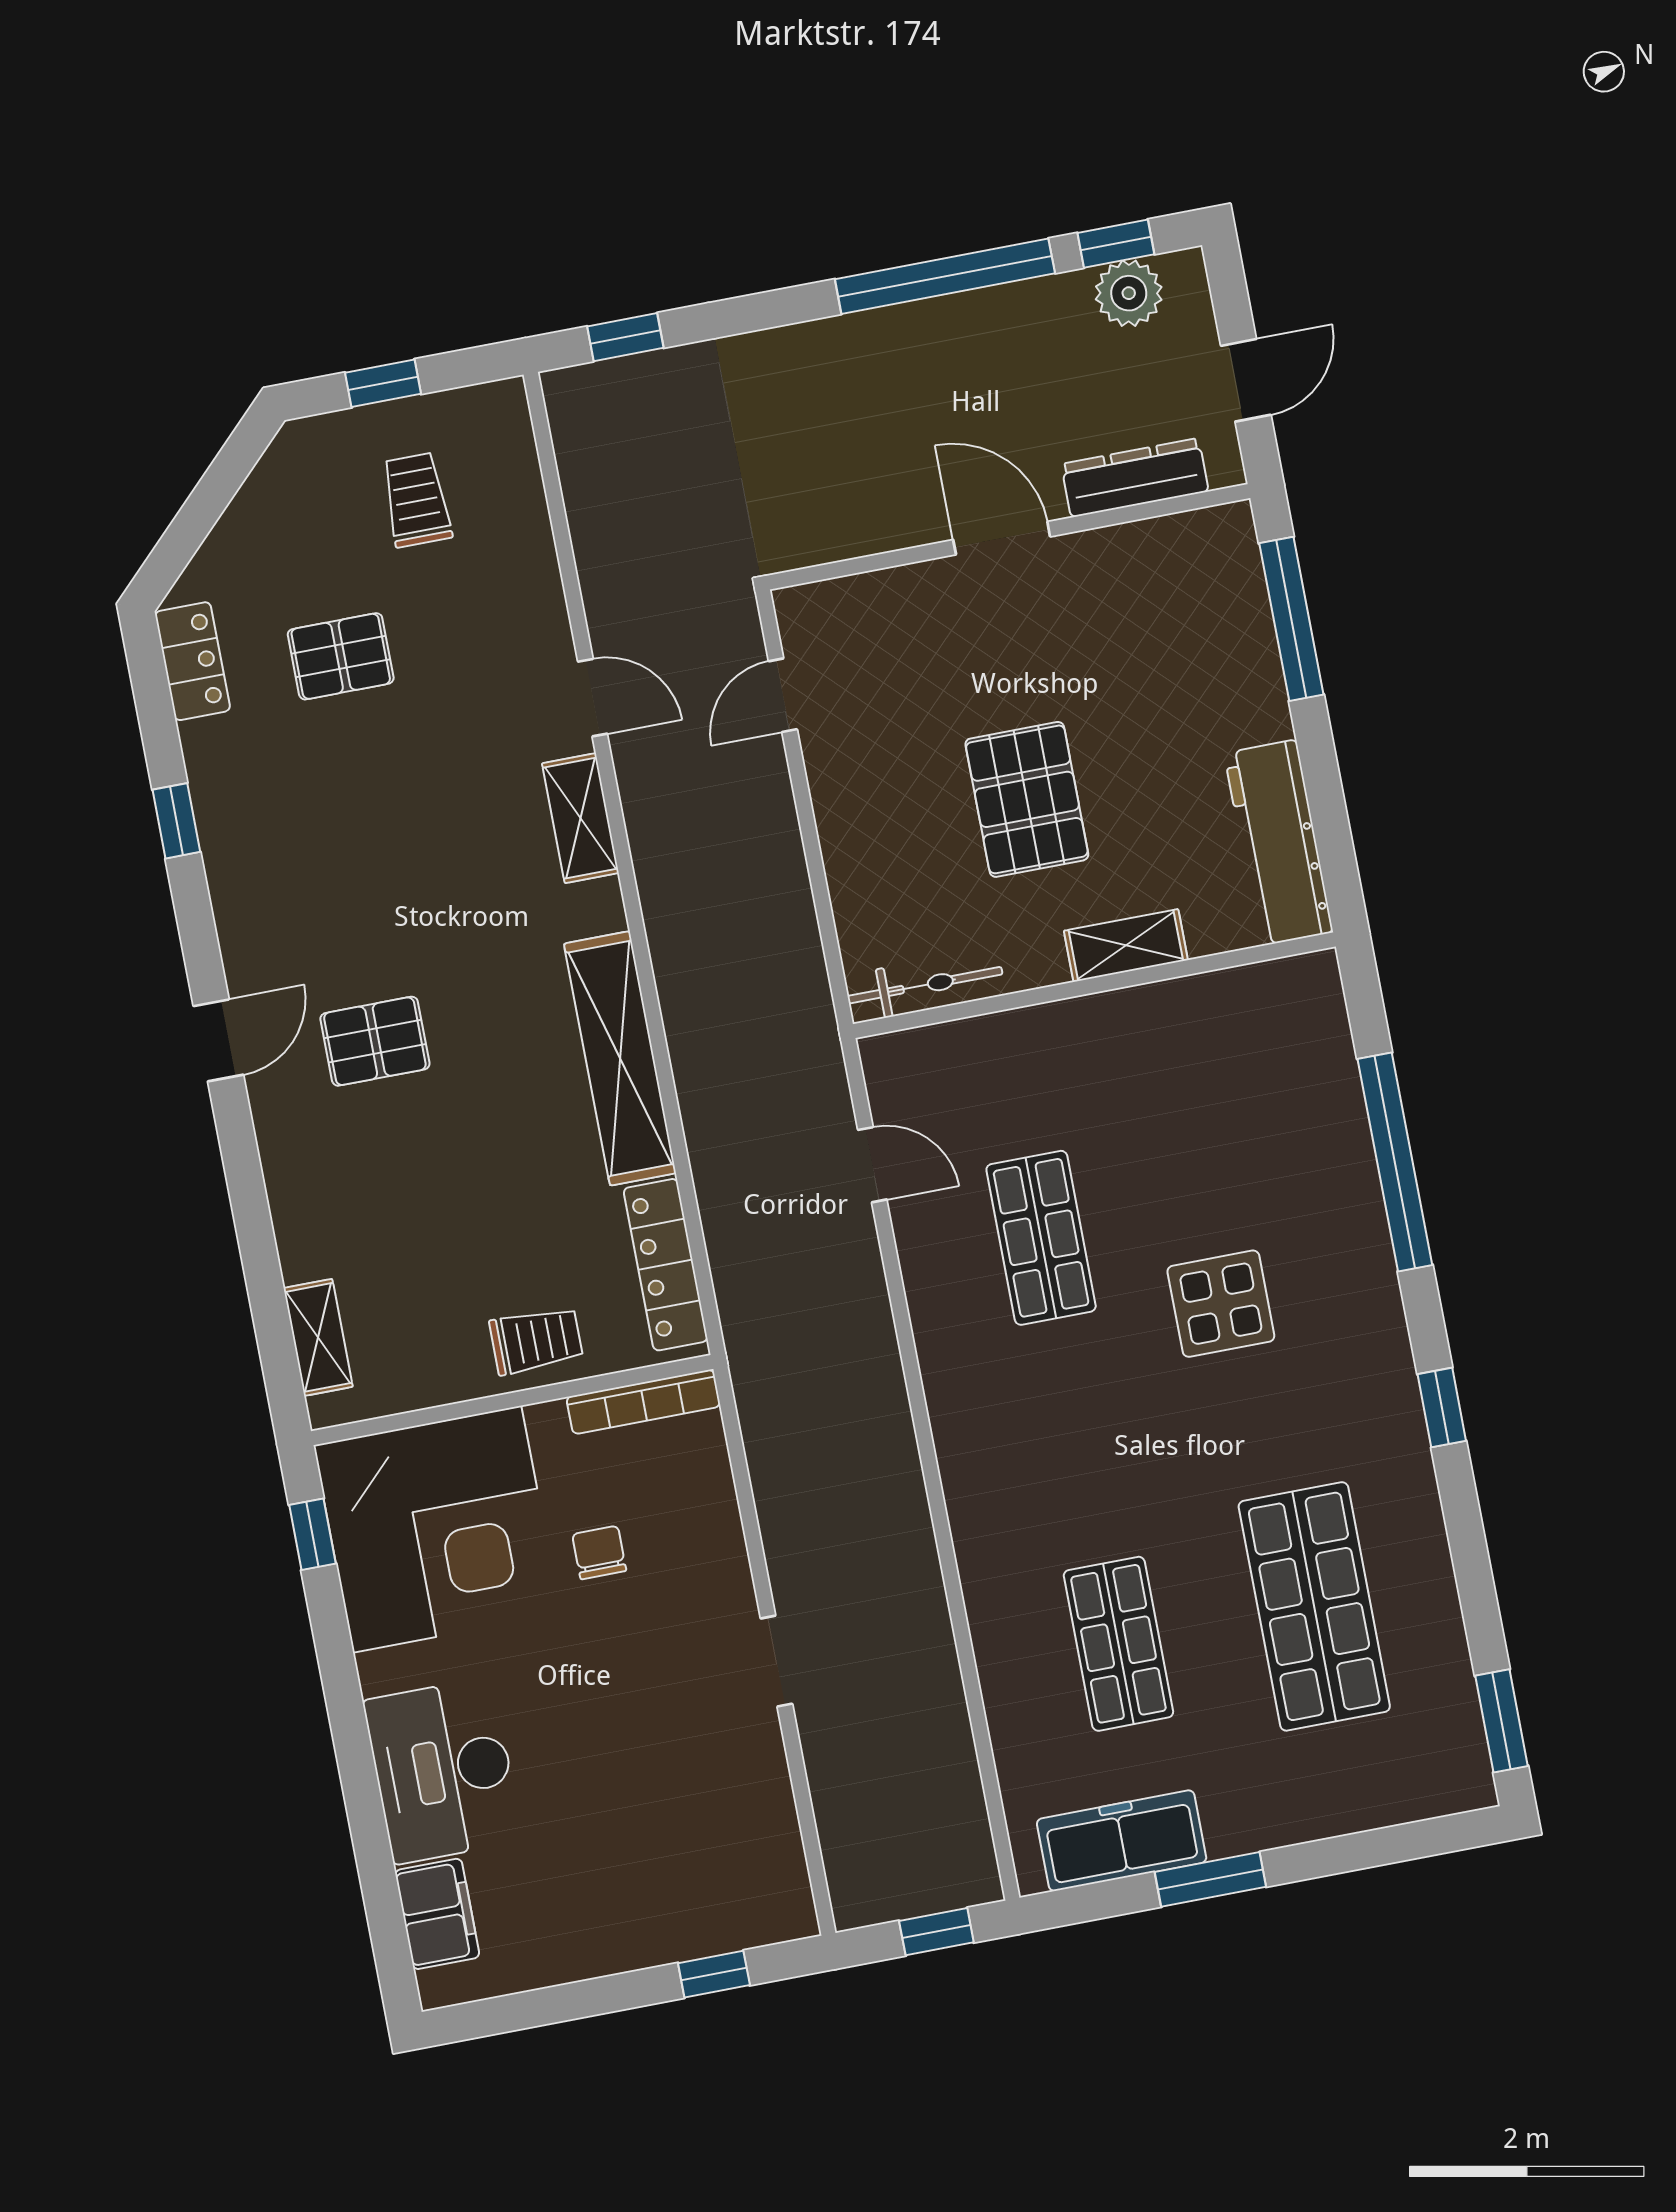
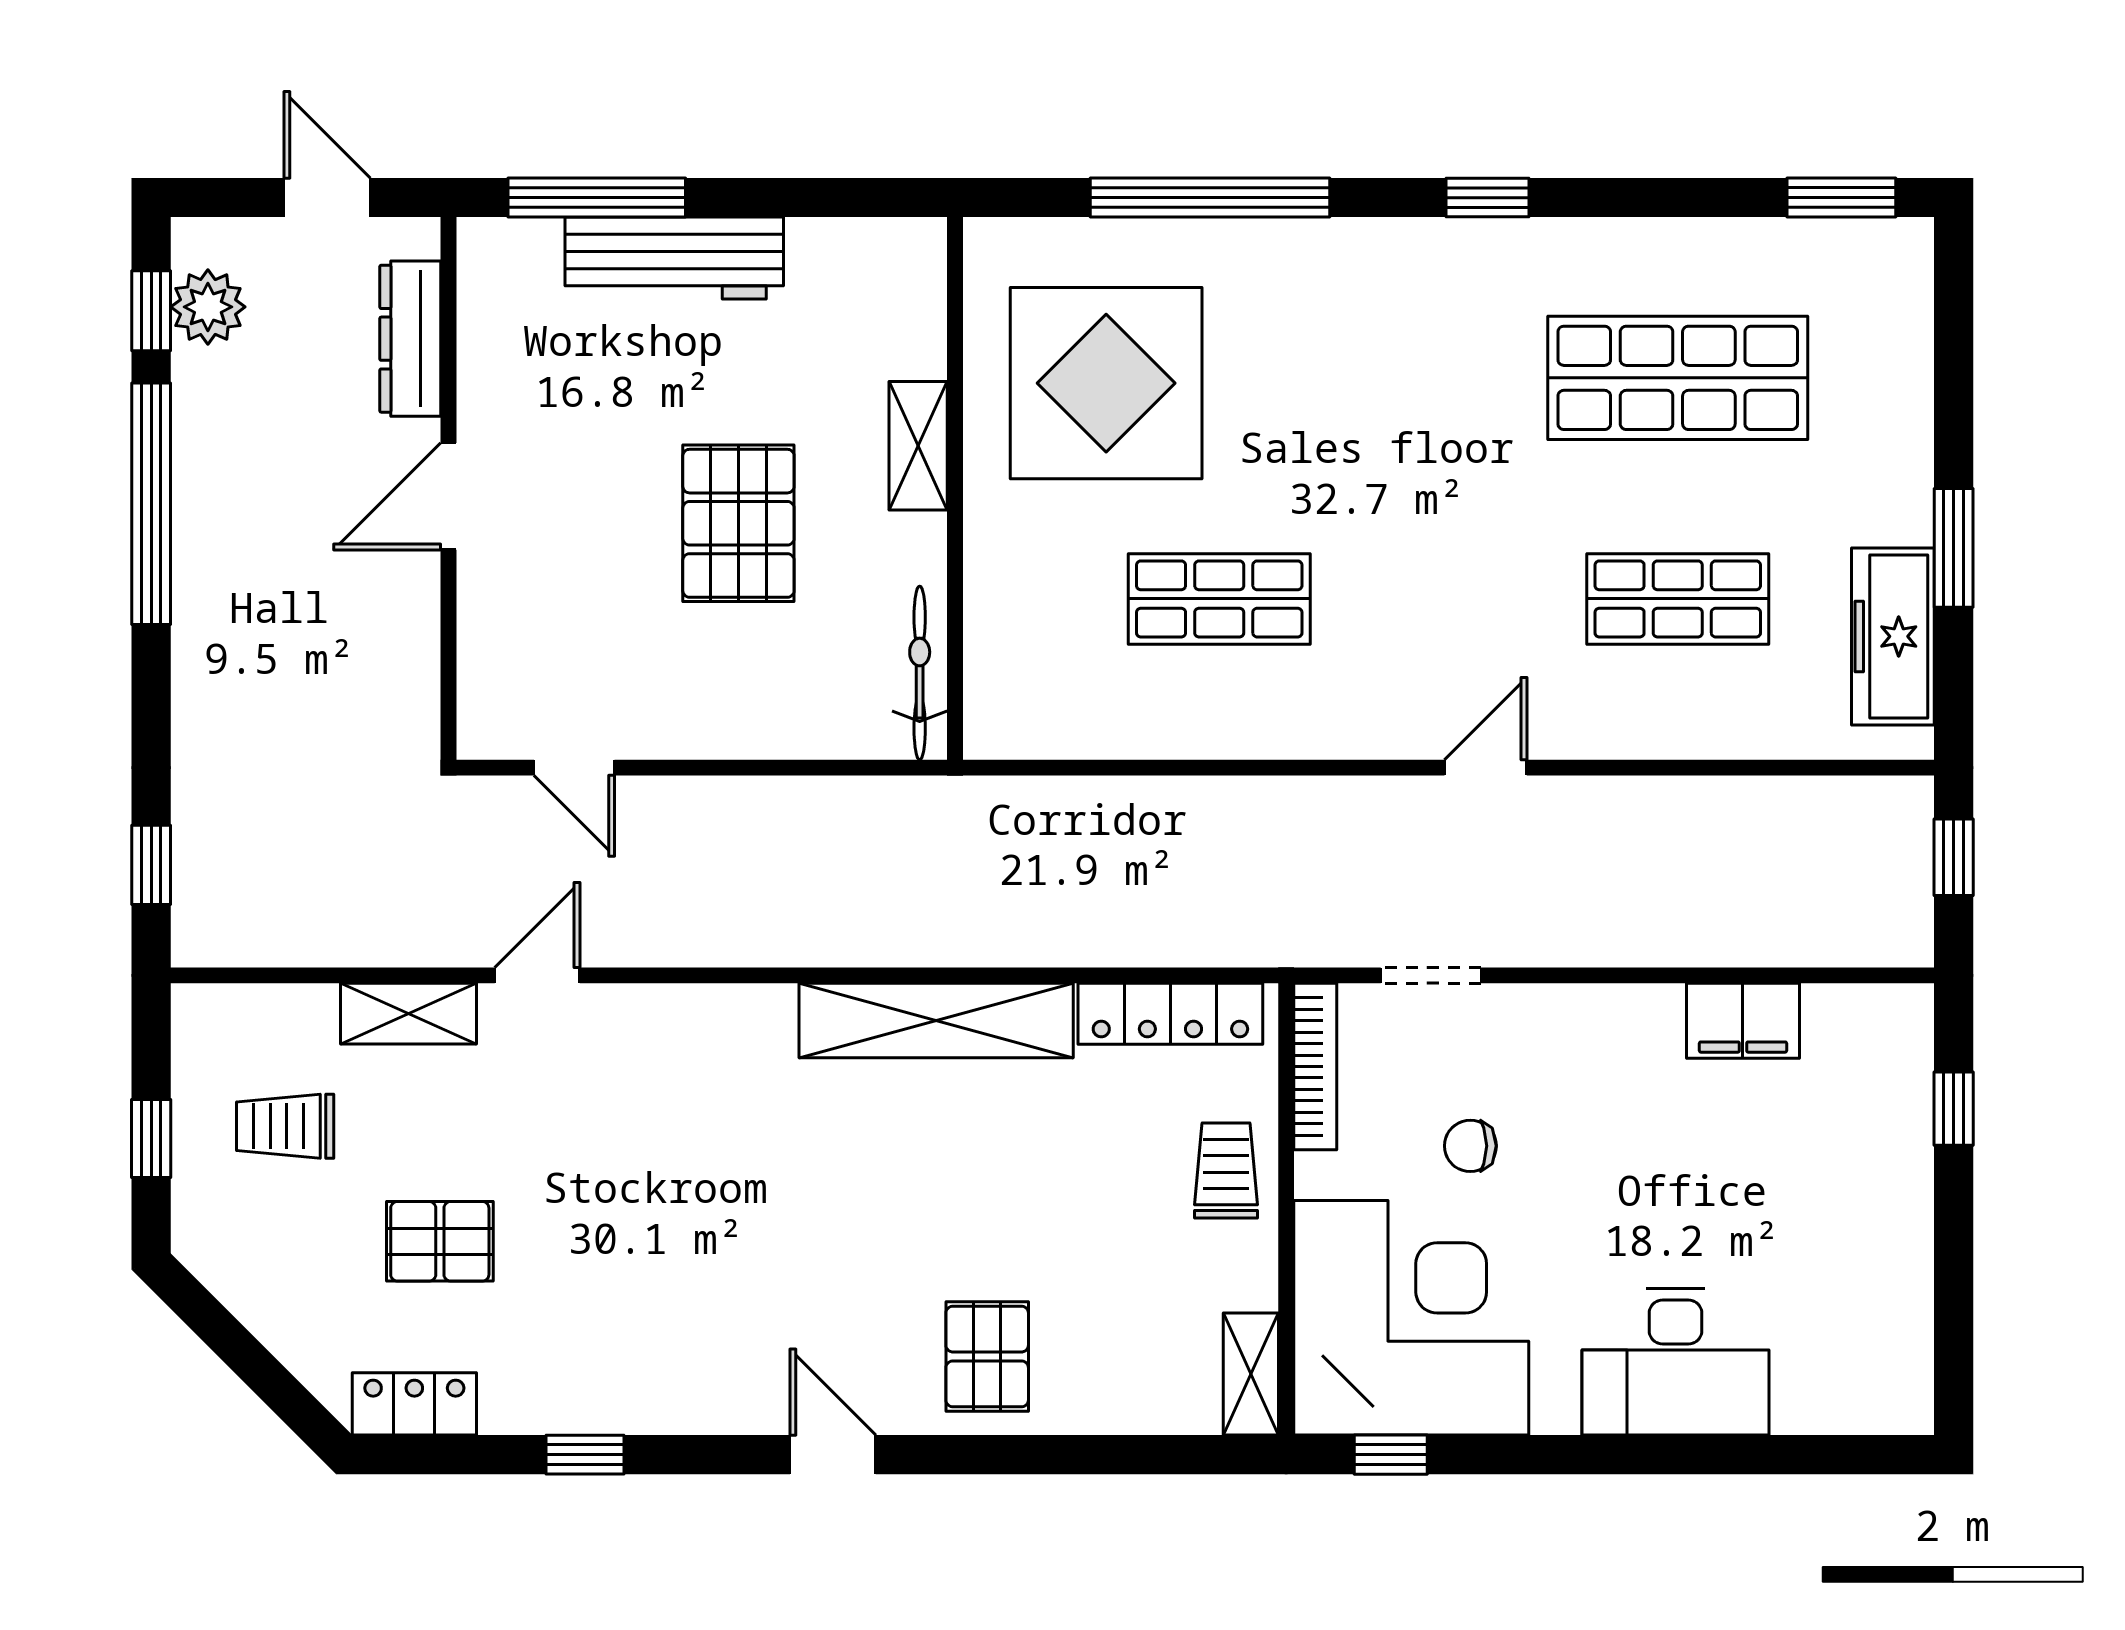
pallet: (341, 656) -> (440, 1241), turned 90
pallet: (1027, 799) -> (738, 523), turned 90
shelving: (580, 818) -> (408, 1014), moved
workbench: (1278, 843) -> (674, 258), moved
pallet: (375, 1041) -> (987, 1356), moved
door: (872, 1165) -> (1486, 768), moved
display table: (1221, 1304) -> (1106, 383), moved, width x1.86, depth x1.86
shelving: (318, 1337) -> (1251, 1374), moved, turned 90
doorway: (776, 1661) -> (1431, 975), moved
filing cabinet: (437, 1914) -> (1743, 1021), moved, turned 180

